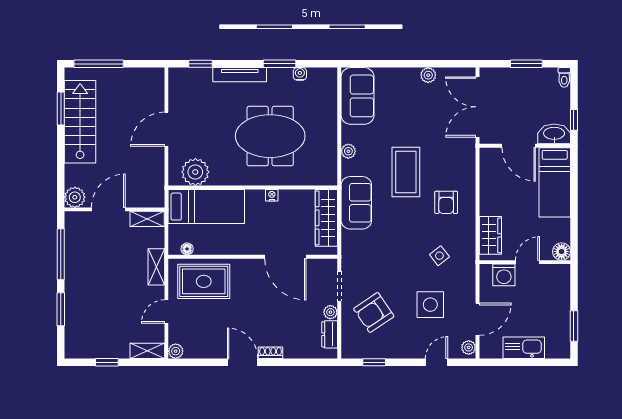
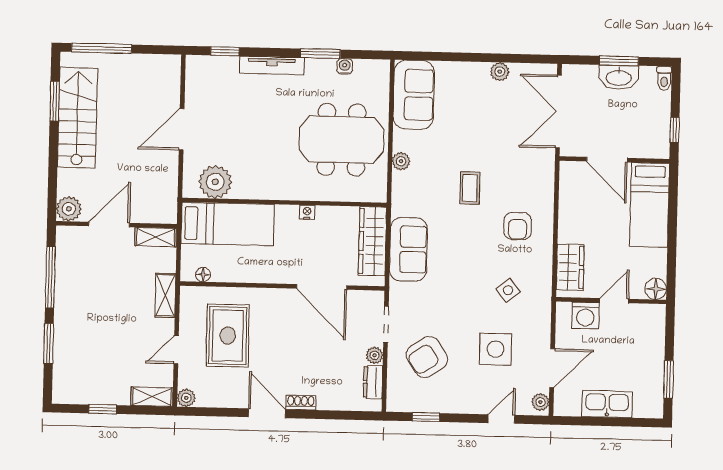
washbasin: (554, 134) -> (619, 77), moved, turned 180
meeting table: (270, 136) -> (341, 140), moved
coffee table: (406, 172) -> (470, 188), width x0.54, depth x0.58
sofa: (356, 203) -> (408, 249), moved
rug: (204, 281) -> (228, 336), moved, turned 90

